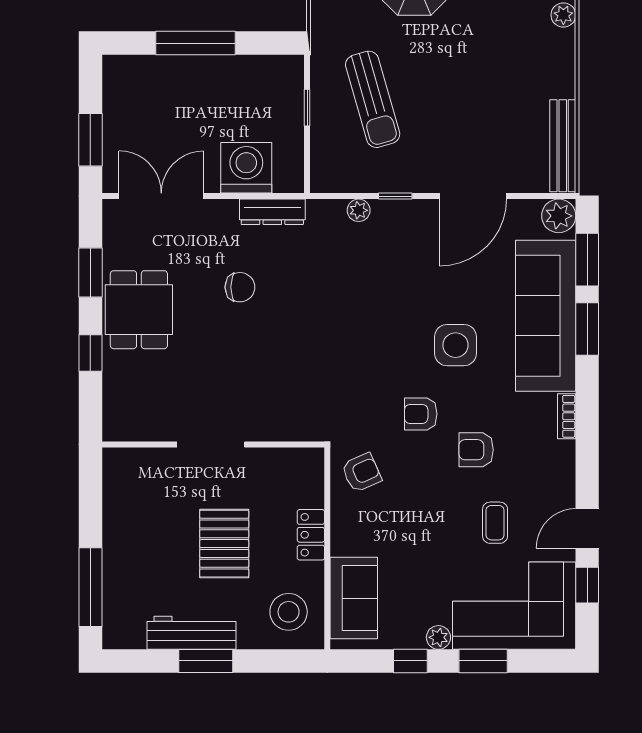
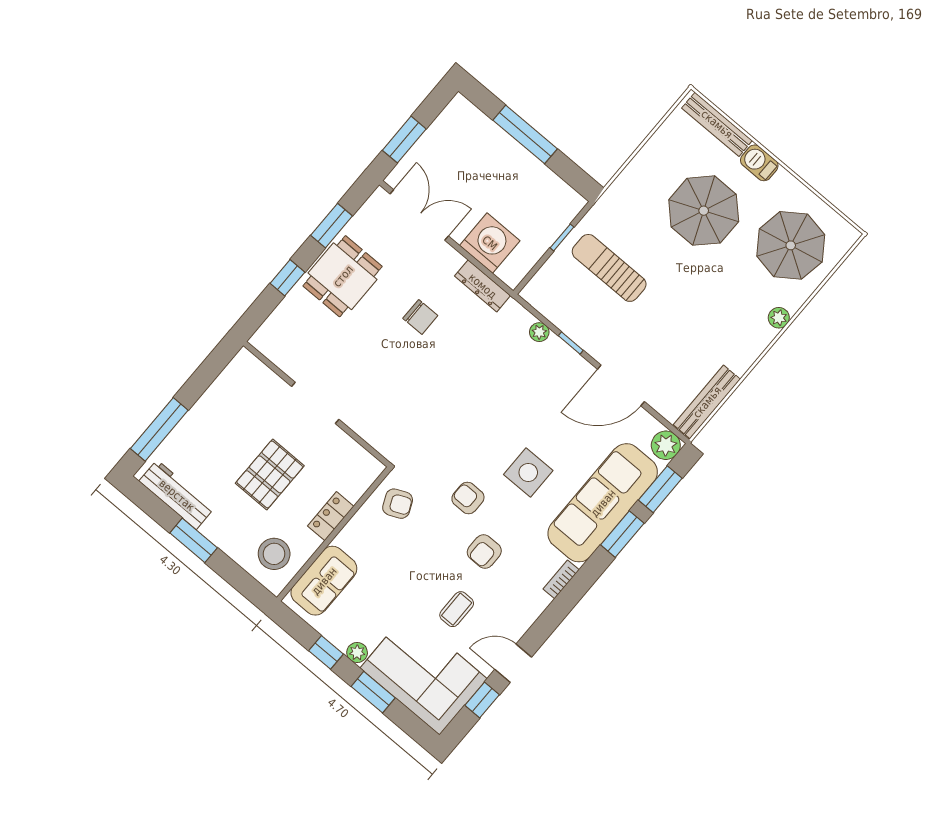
sun lounger: (373, 99) -> (609, 268), turned 106
armchair: (476, 450) -> (484, 551), turned -90
workbench: (192, 633) -> (177, 495), moved

